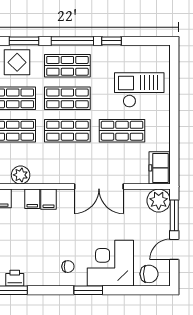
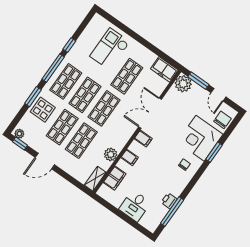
double door: (99, 187) -> (150, 113), swing flipped
filing cabinet: (49, 199) -> (143, 139), moved
window: (88, 290) -> (214, 152), moved

